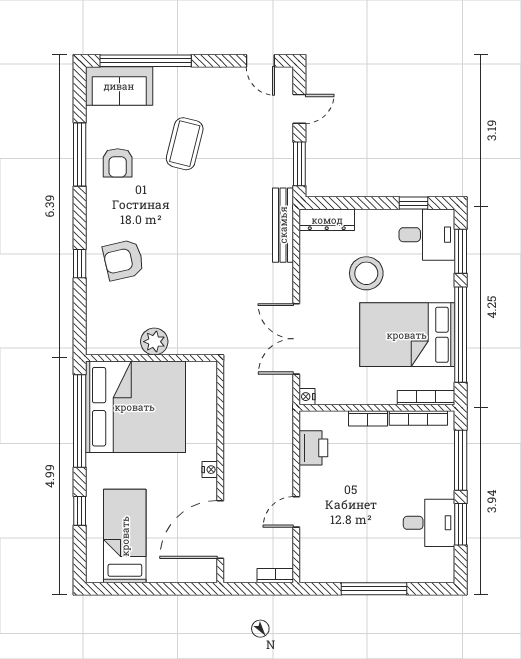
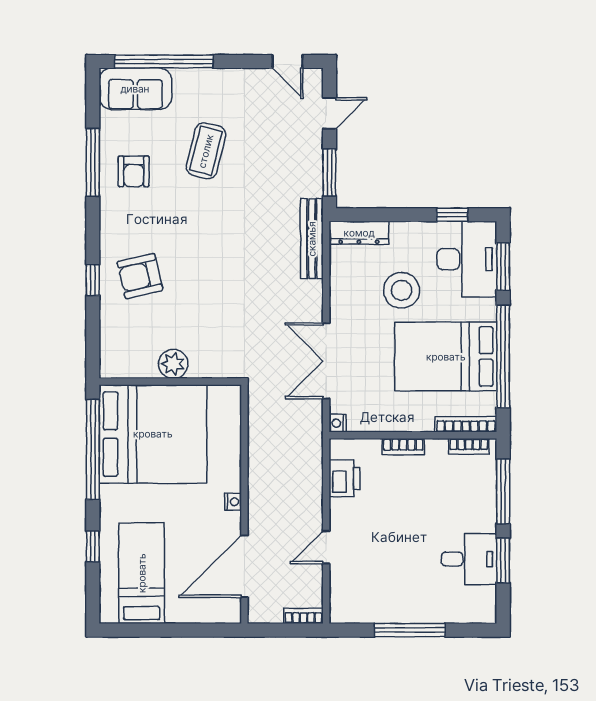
desk: (427, 235) -> (467, 259), width x1.37
bookcase: (418, 418) -> (469, 446), width x0.64

